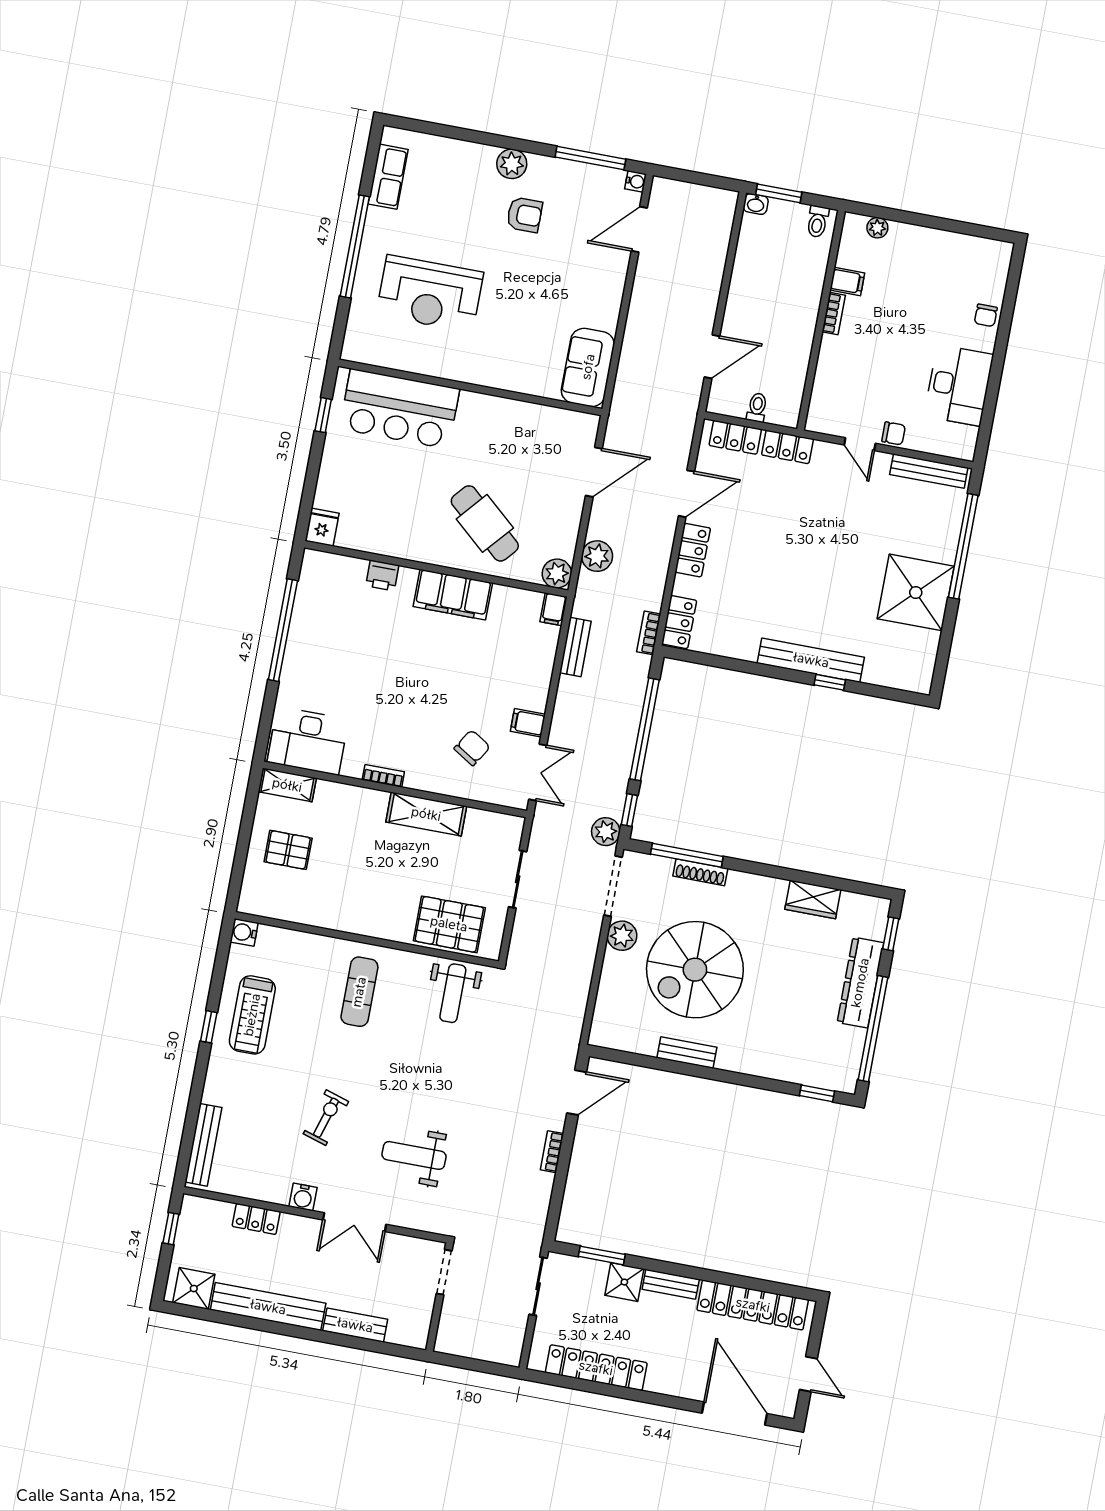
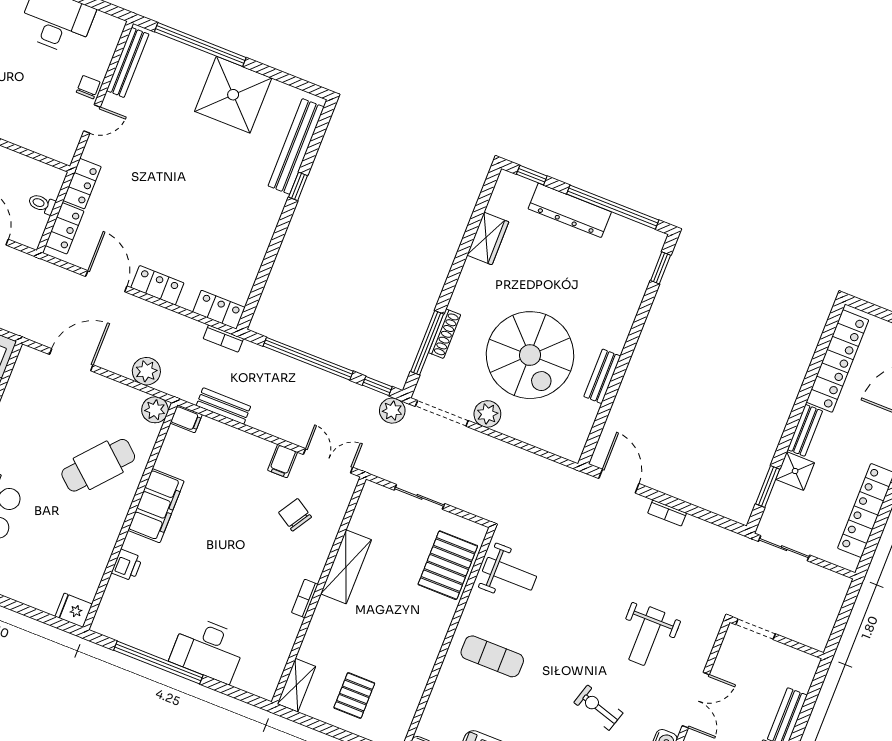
door: (594, 472) -> (71, 360), hinge flipped
bench: (811, 660) -> (296, 146), moved
desk: (308, 741) -> (208, 649), moved, turned 90

